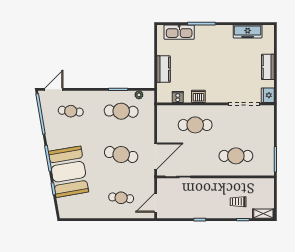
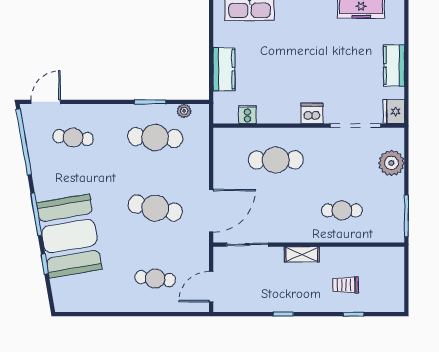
dishwasher: (198, 96) -> (312, 113), moved
plant: (266, 127) -> (391, 163), added
cafe table: (236, 156) -> (342, 210), width x0.73, depth x0.74
shelving: (263, 214) -> (302, 254), moved

